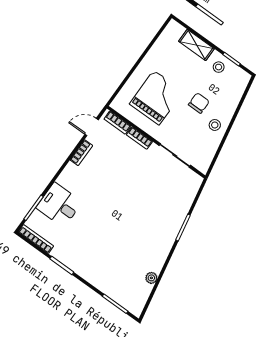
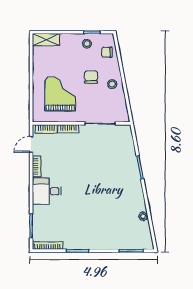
shelving: (196, 45) -> (46, 40), moved
chair: (232, 90) -> (107, 52), added
desk: (59, 205) -> (47, 191), moved

